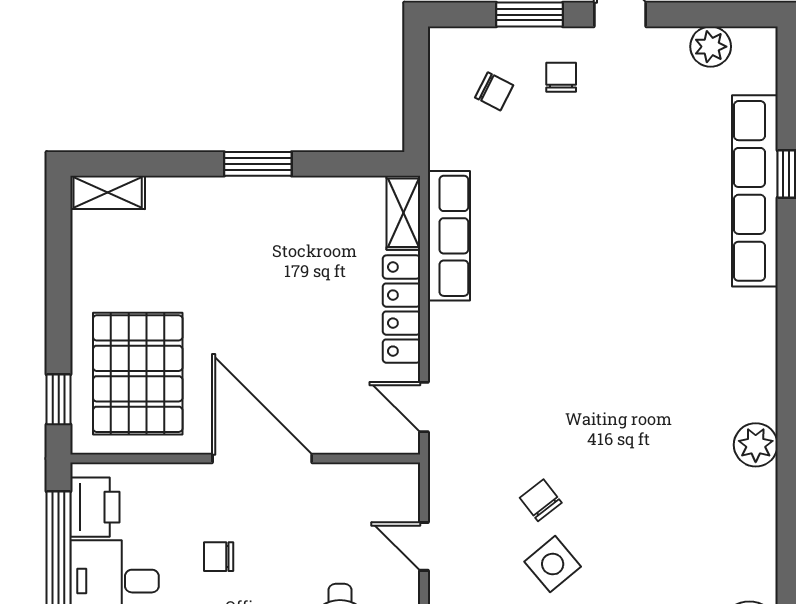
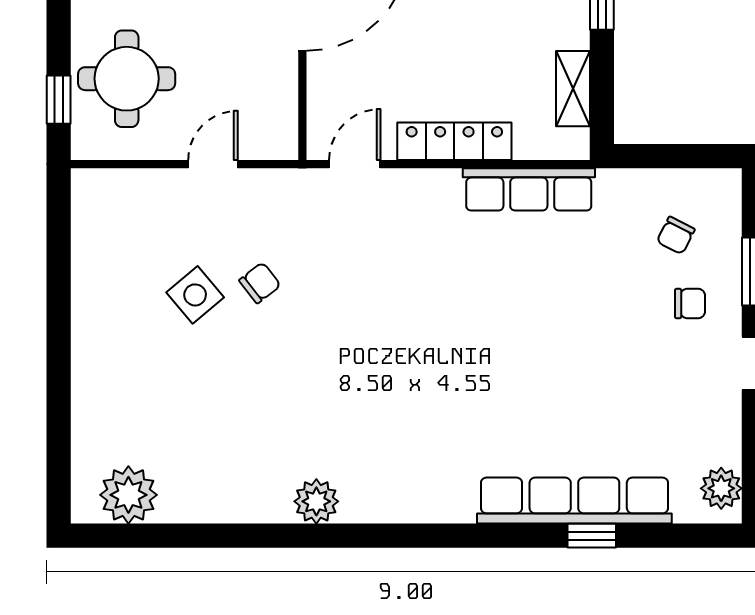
plant: (711, 47) -> (721, 488), moved
shelving: (403, 213) -> (573, 89), moved, turned 90

